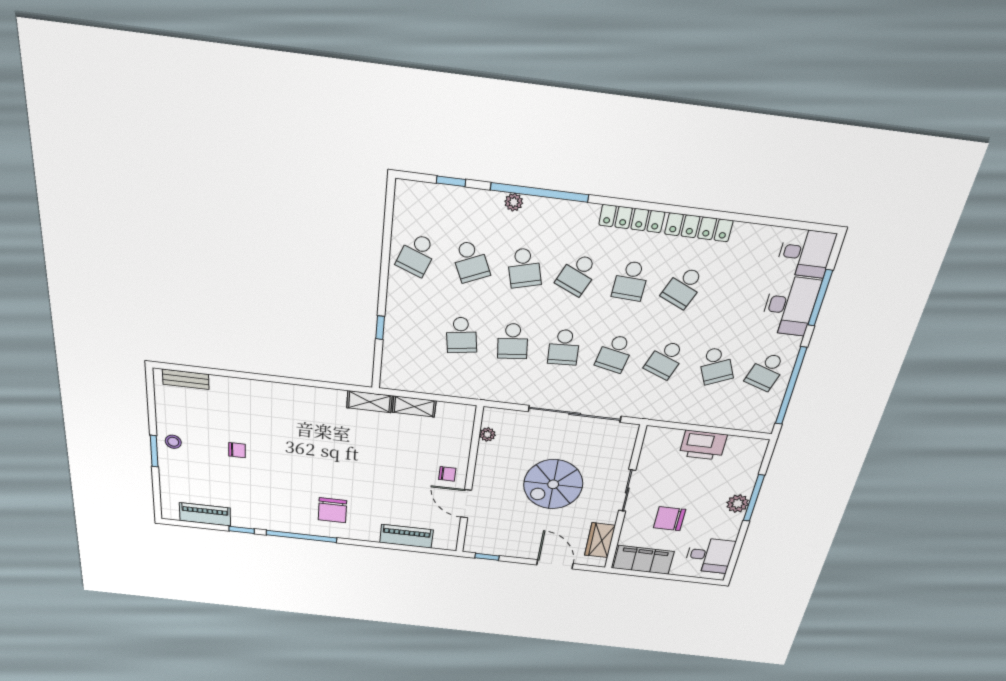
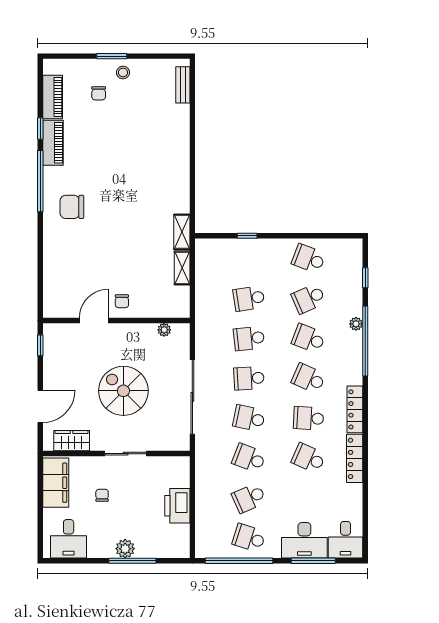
school desk: (524, 268) -> (309, 338), turned 36
chair: (237, 450) -> (99, 93), moved
chair: (670, 519) -> (102, 495), width x0.54, depth x0.54
piano: (406, 536) -> (53, 143), moved

